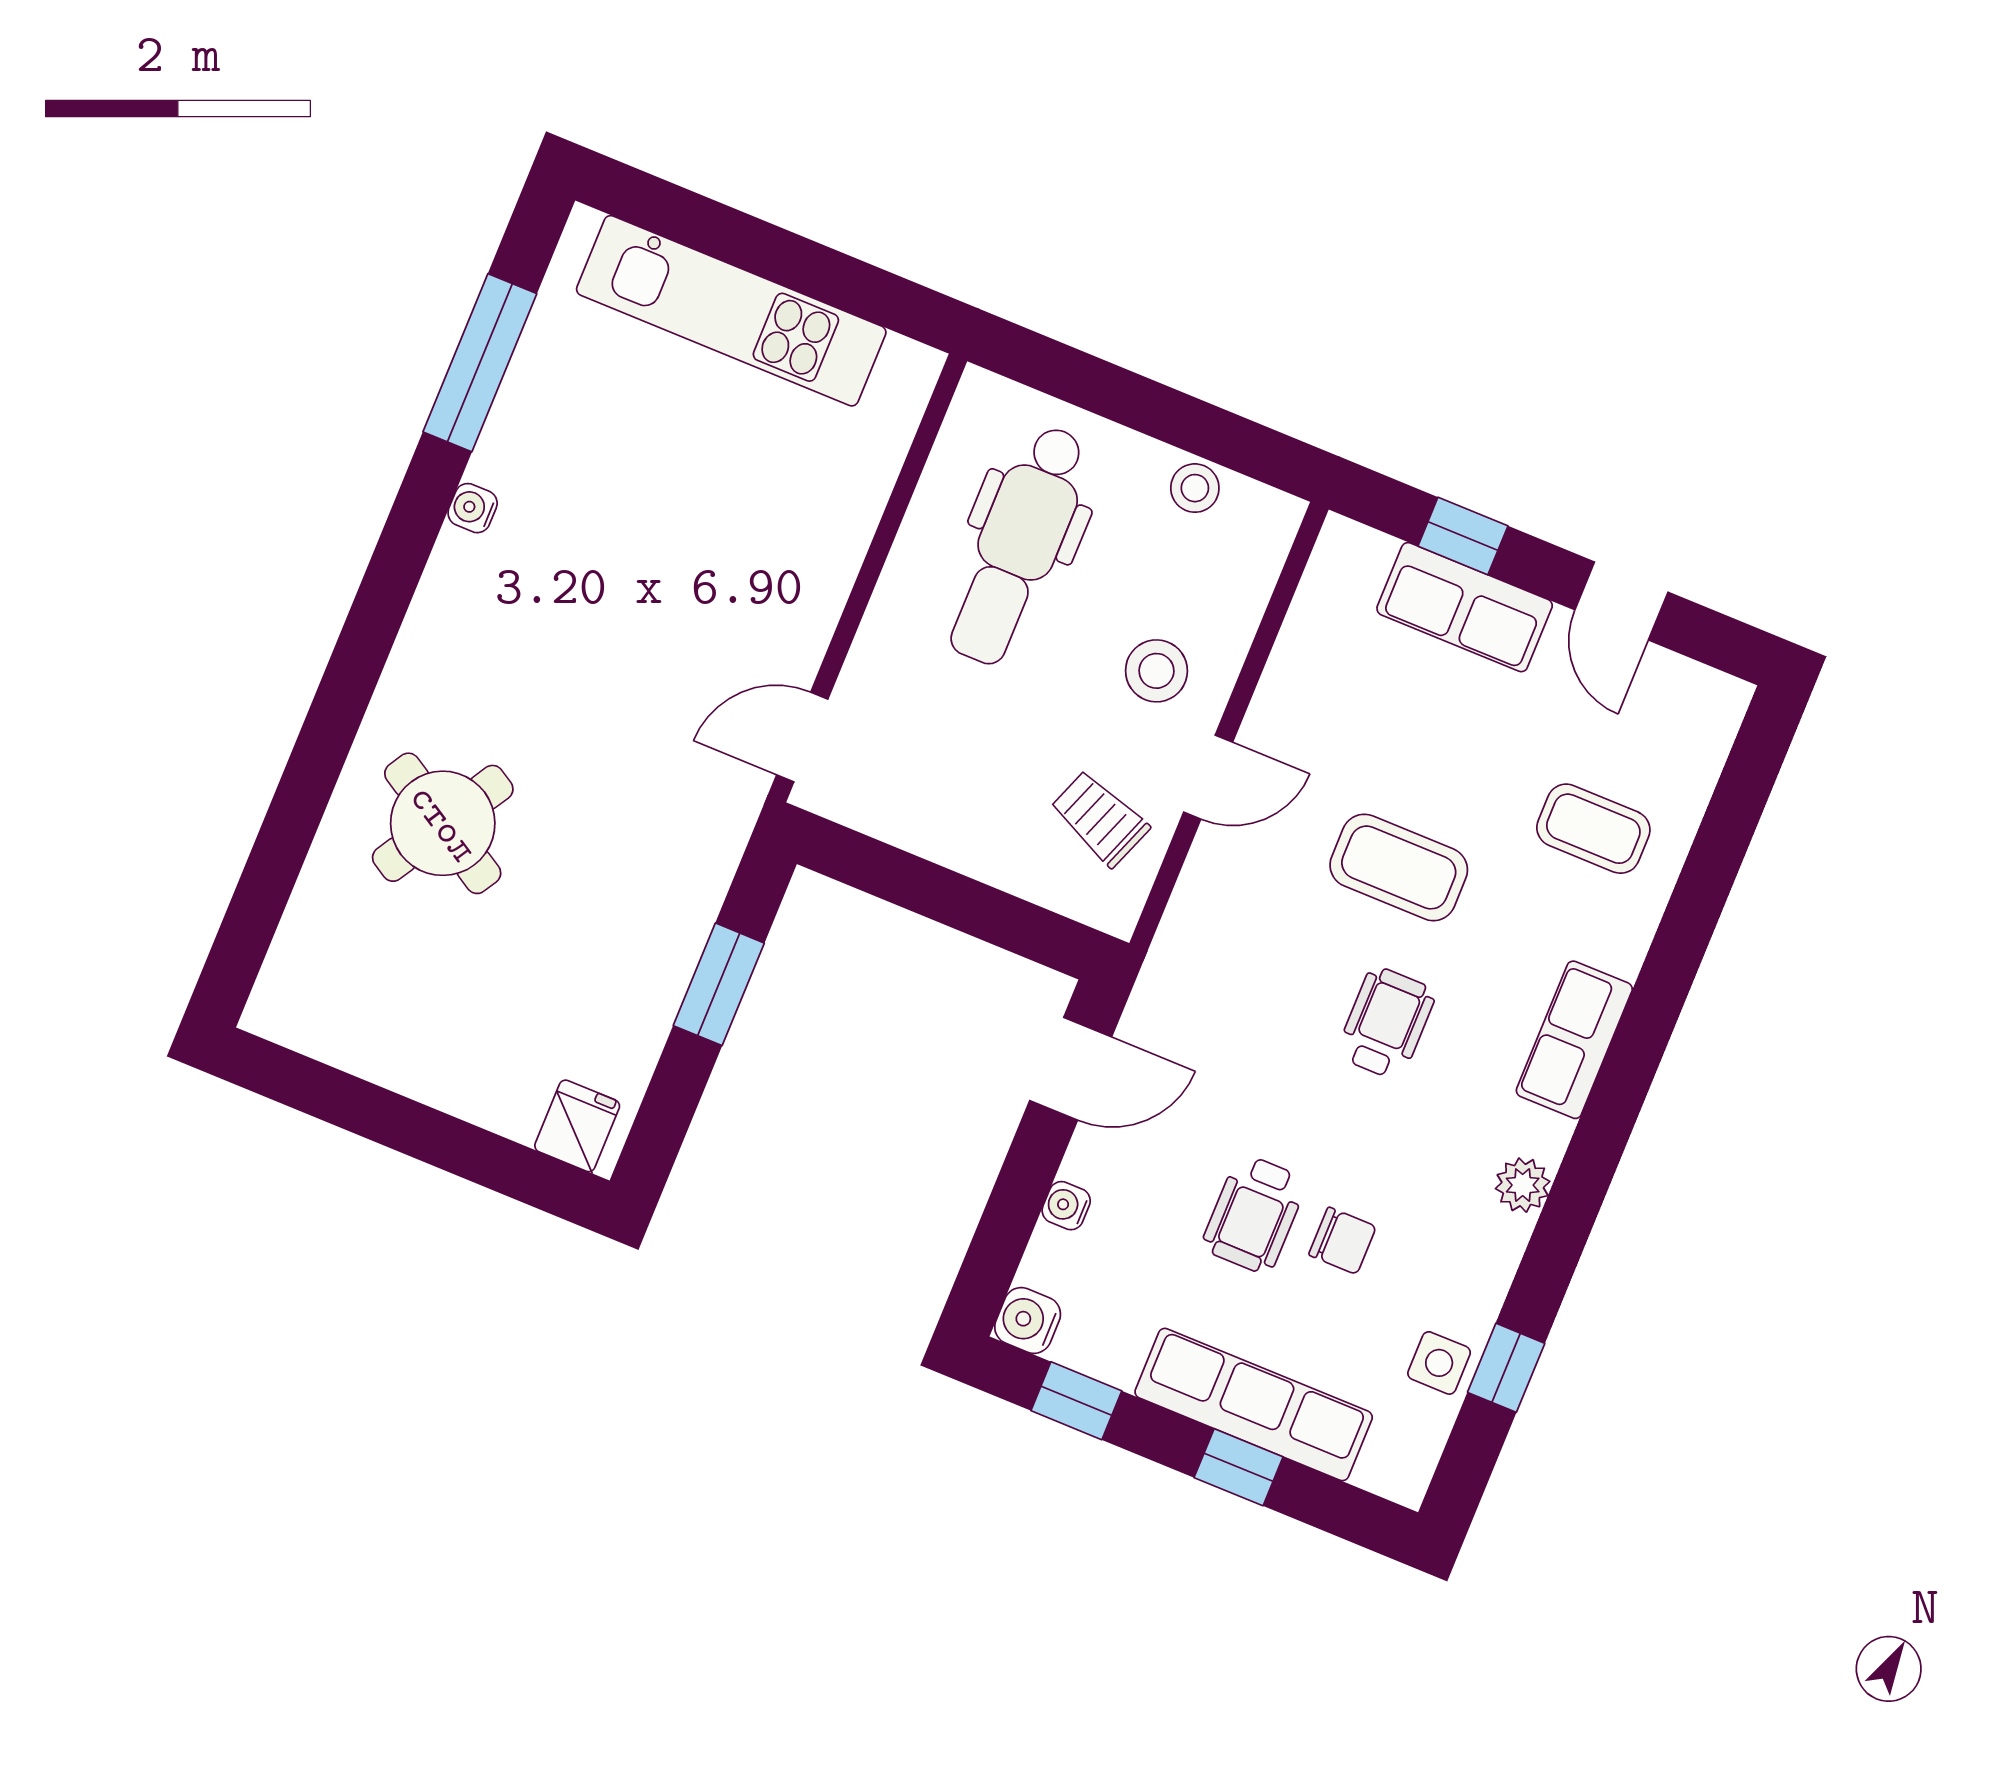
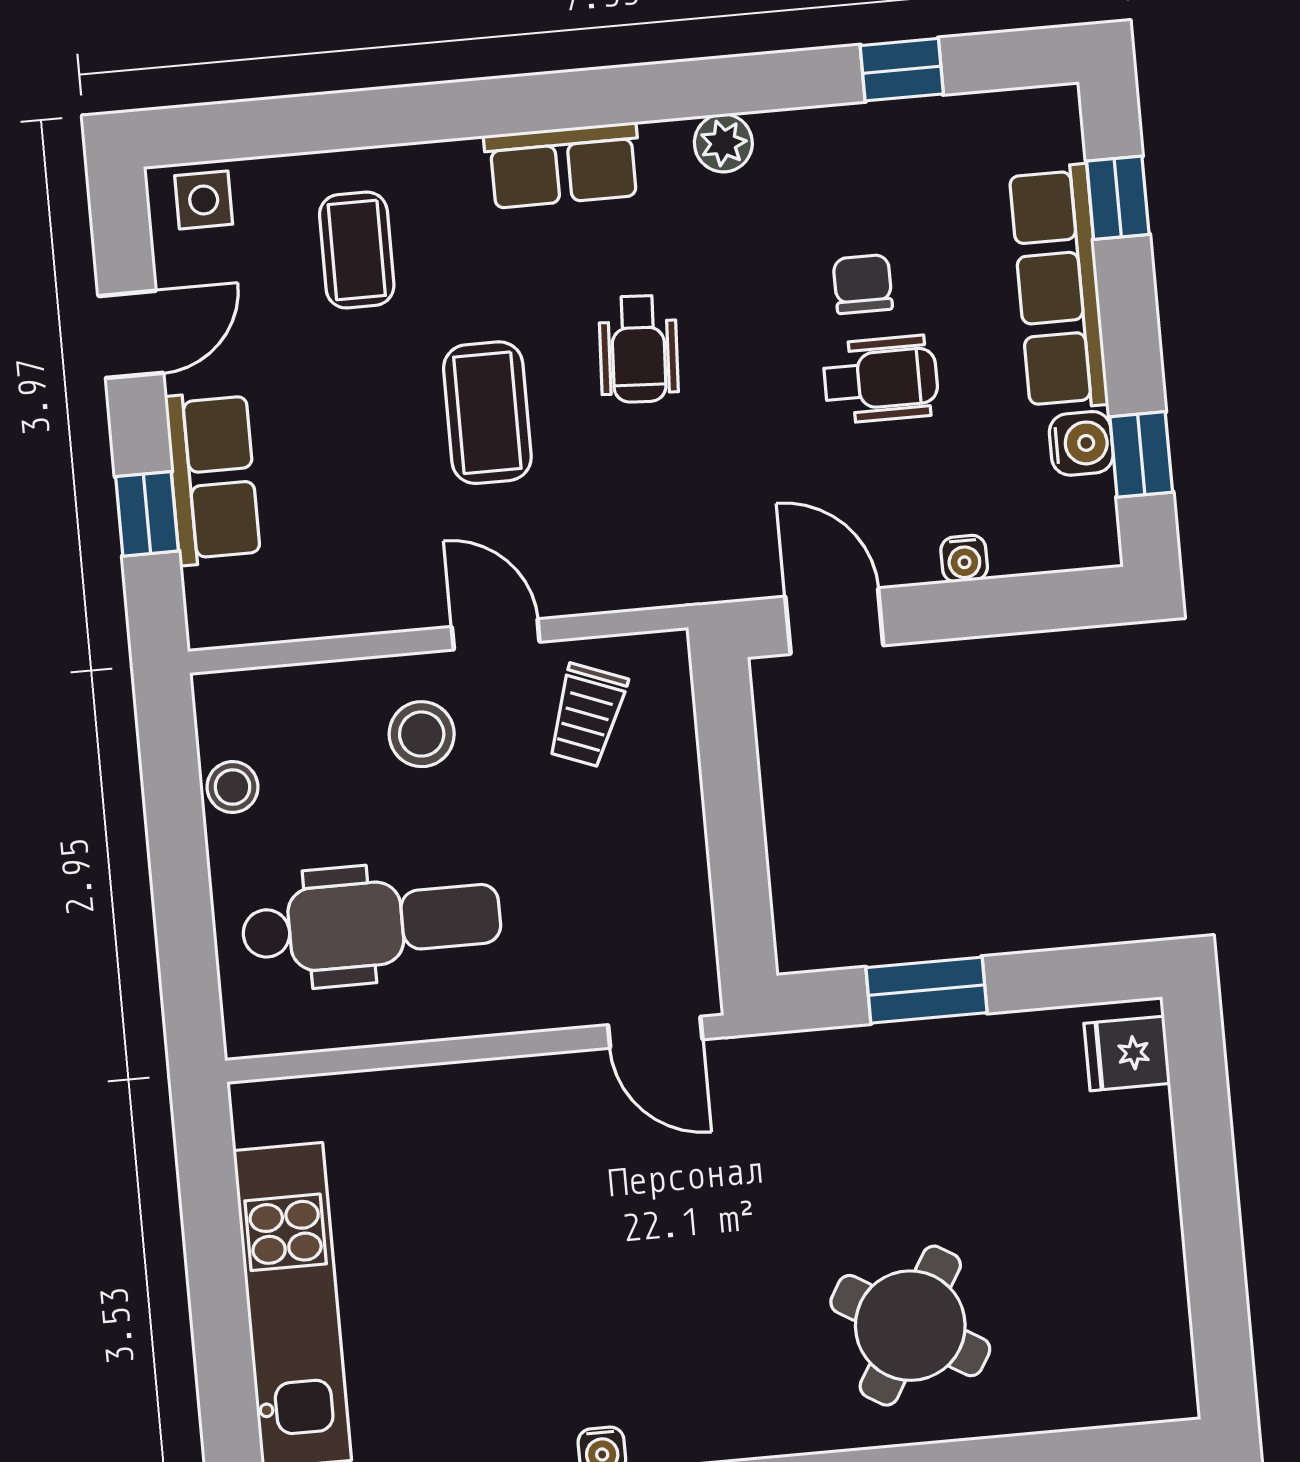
wheelchair: (1386, 1023) -> (639, 349), turned -87
water cooler: (1028, 1320) -> (1081, 443), moved, turned -90
side table: (1439, 1363) -> (204, 200), moved
window: (1239, 1467) -> (1118, 198), moved

